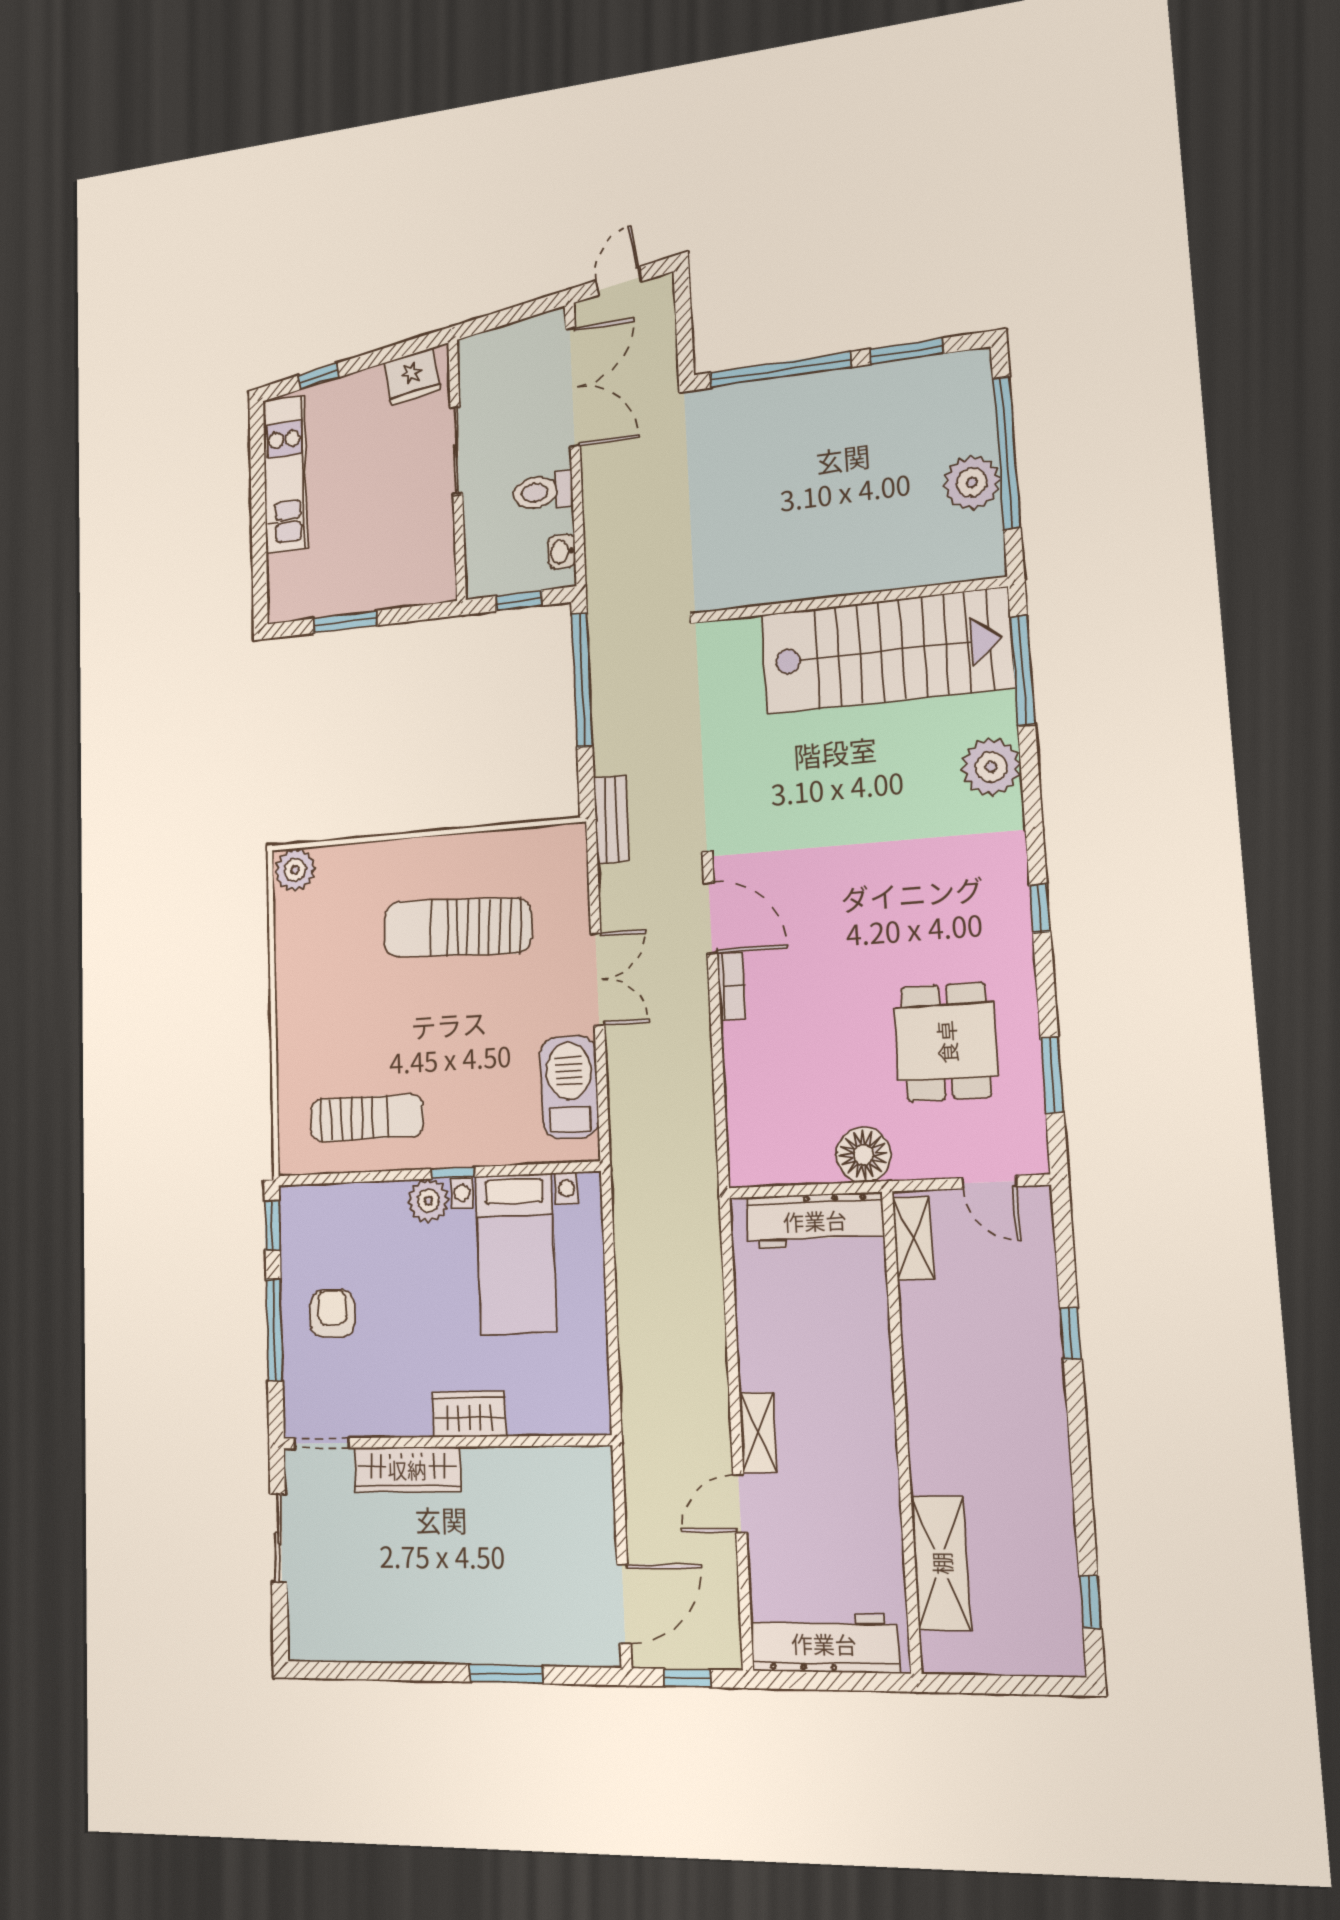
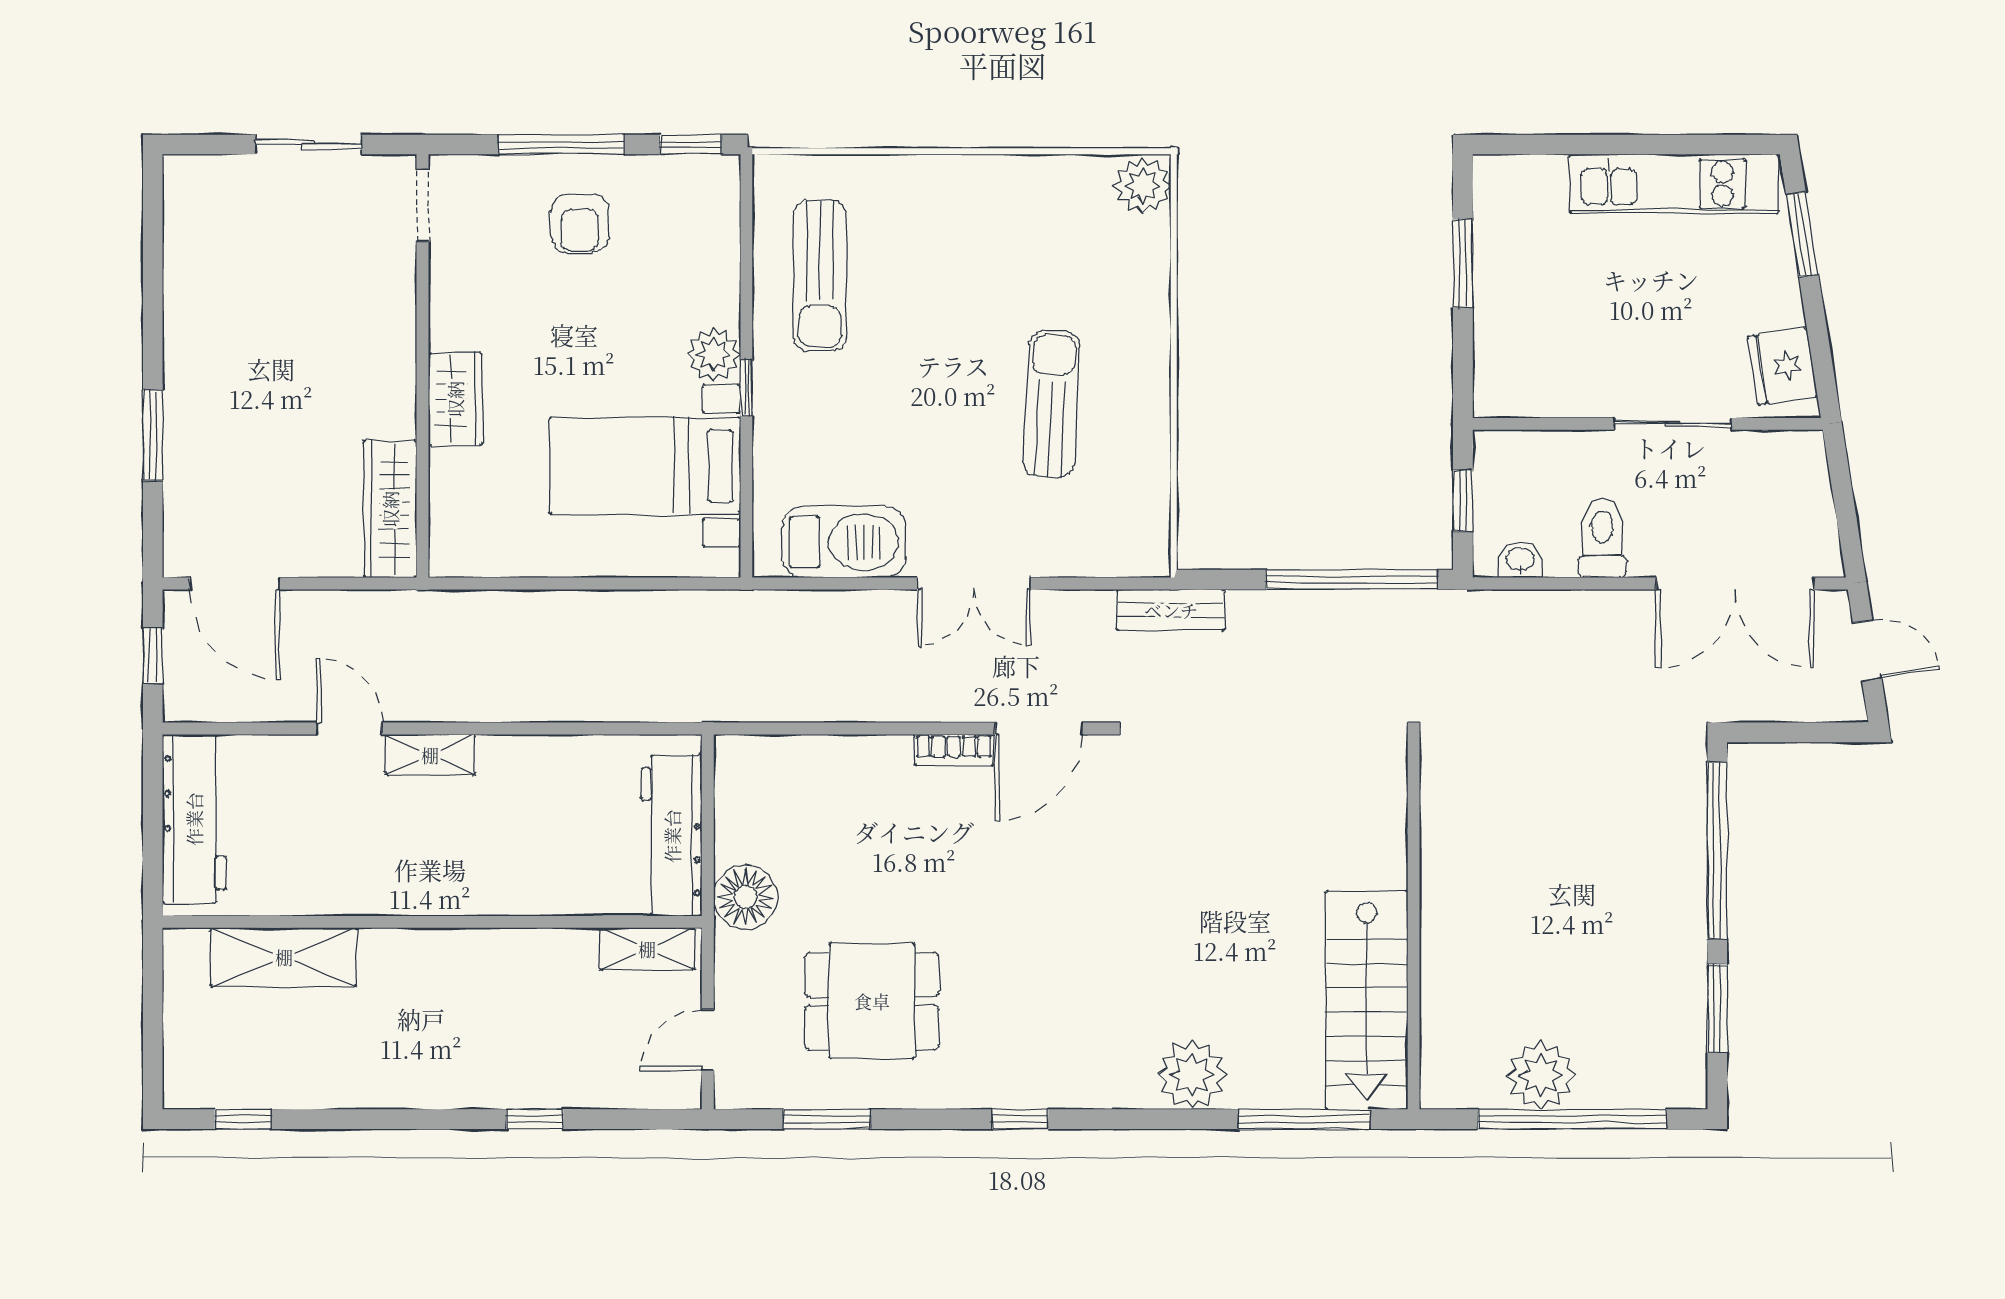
window: (319, 376) -> (1802, 235), width x1.50
stairs: (886, 651) -> (1367, 1000), width x0.73, depth x0.66
sun lounger: (457, 927) -> (1052, 404), width x0.73, depth x0.75
armchair: (332, 1313) -> (580, 223), turned 90
wardrobe: (407, 1469) -> (390, 509), moved

